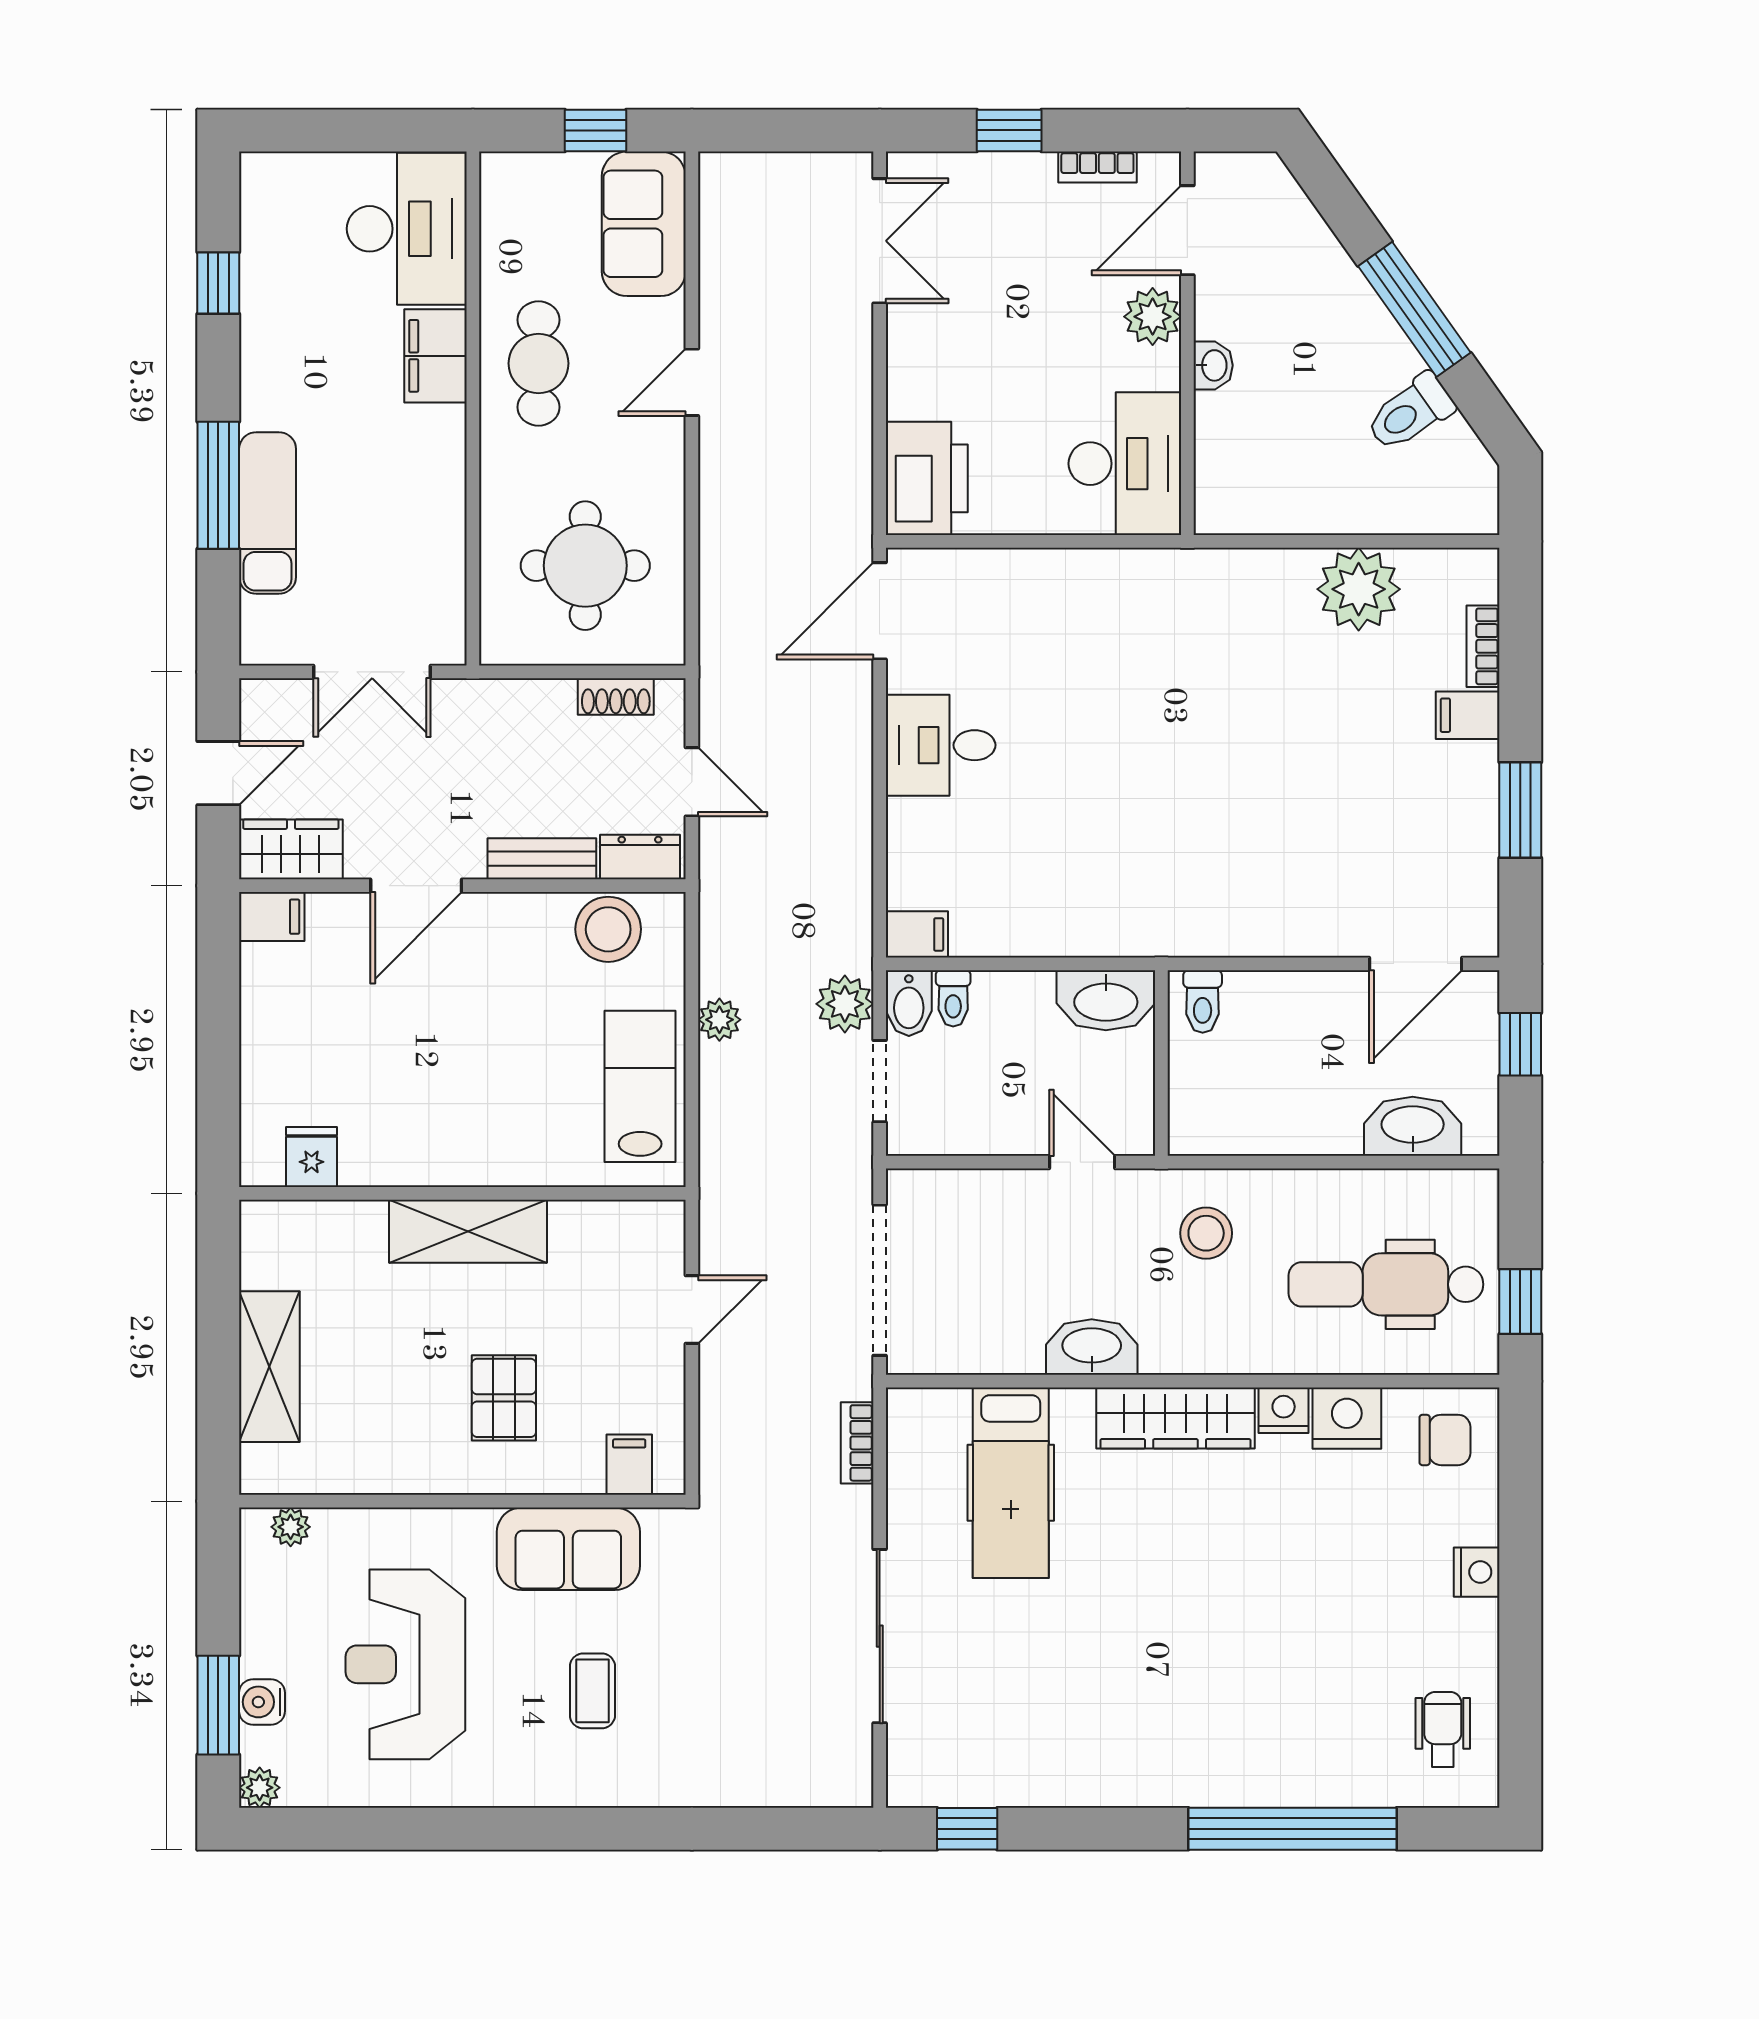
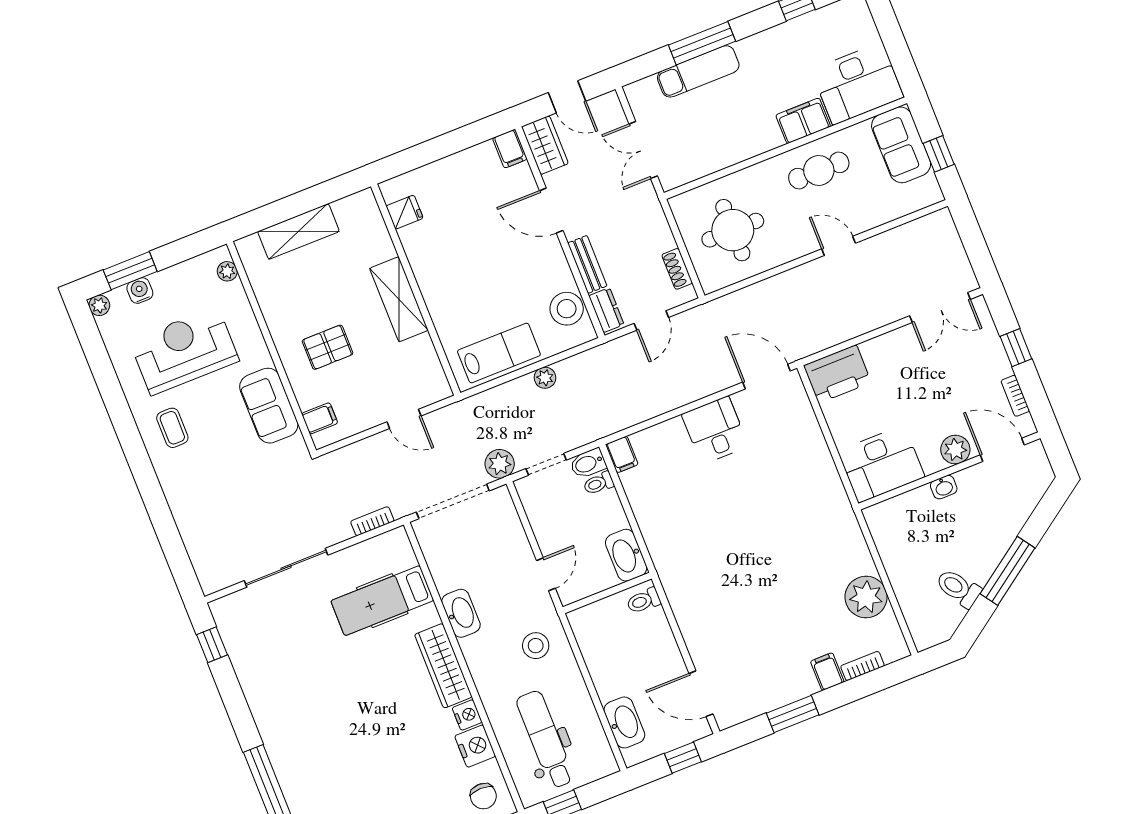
sofa: (644, 224) -> (901, 145), moved, turned -90
plant: (845, 1004) -> (500, 464), moved
coffee table: (592, 1691) -> (172, 428), moved, turned 90

